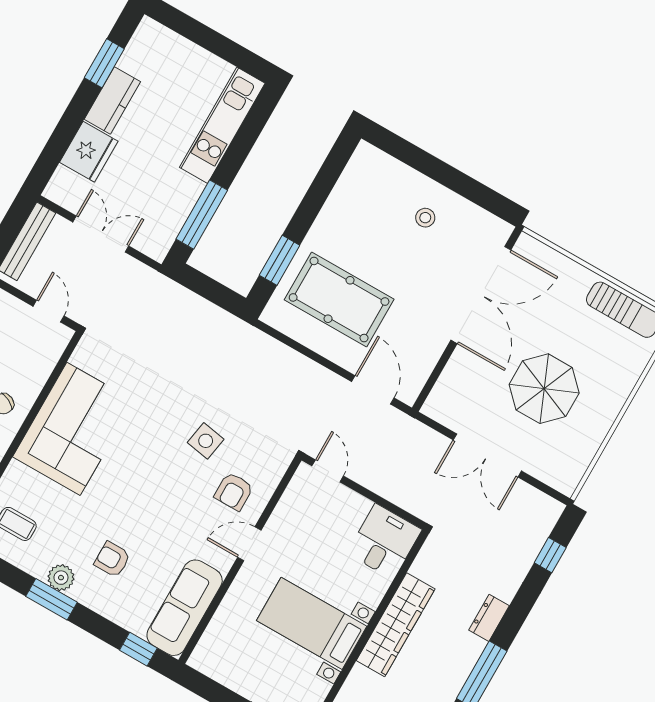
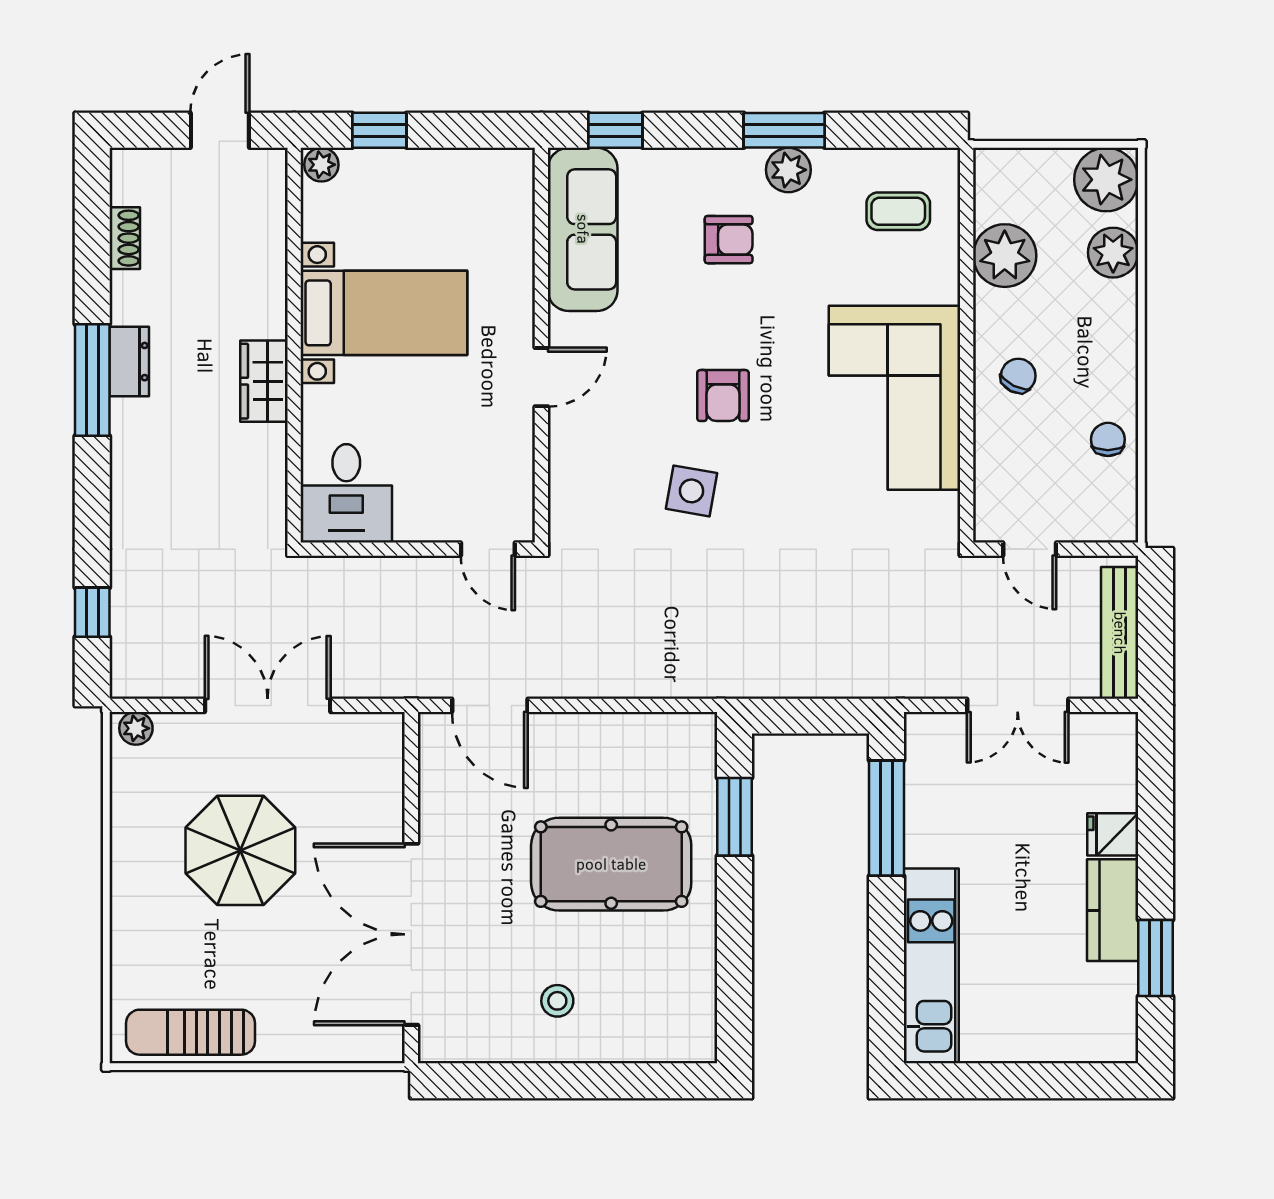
fridge: (89, 152) -> (1113, 834), width x0.53, depth x0.75
pool table: (339, 299) -> (611, 864), moved
plant: (562, 482) -> (136, 728), added
armchair: (234, 491) -> (723, 396), moved, turned 180
dresser: (489, 618) -> (129, 362), moved
wardrobe: (396, 625) -> (264, 381), width x0.48, depth x0.85

